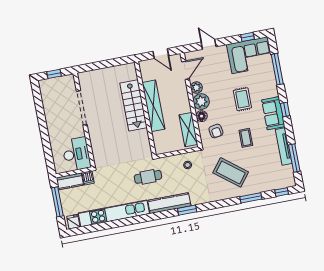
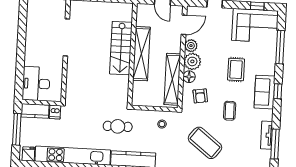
shelving: (188, 130) -> (172, 79), width x1.47
tv unit: (284, 147) -> (267, 135), width x0.71
desk: (76, 154) -> (36, 84), moved, turned 180

